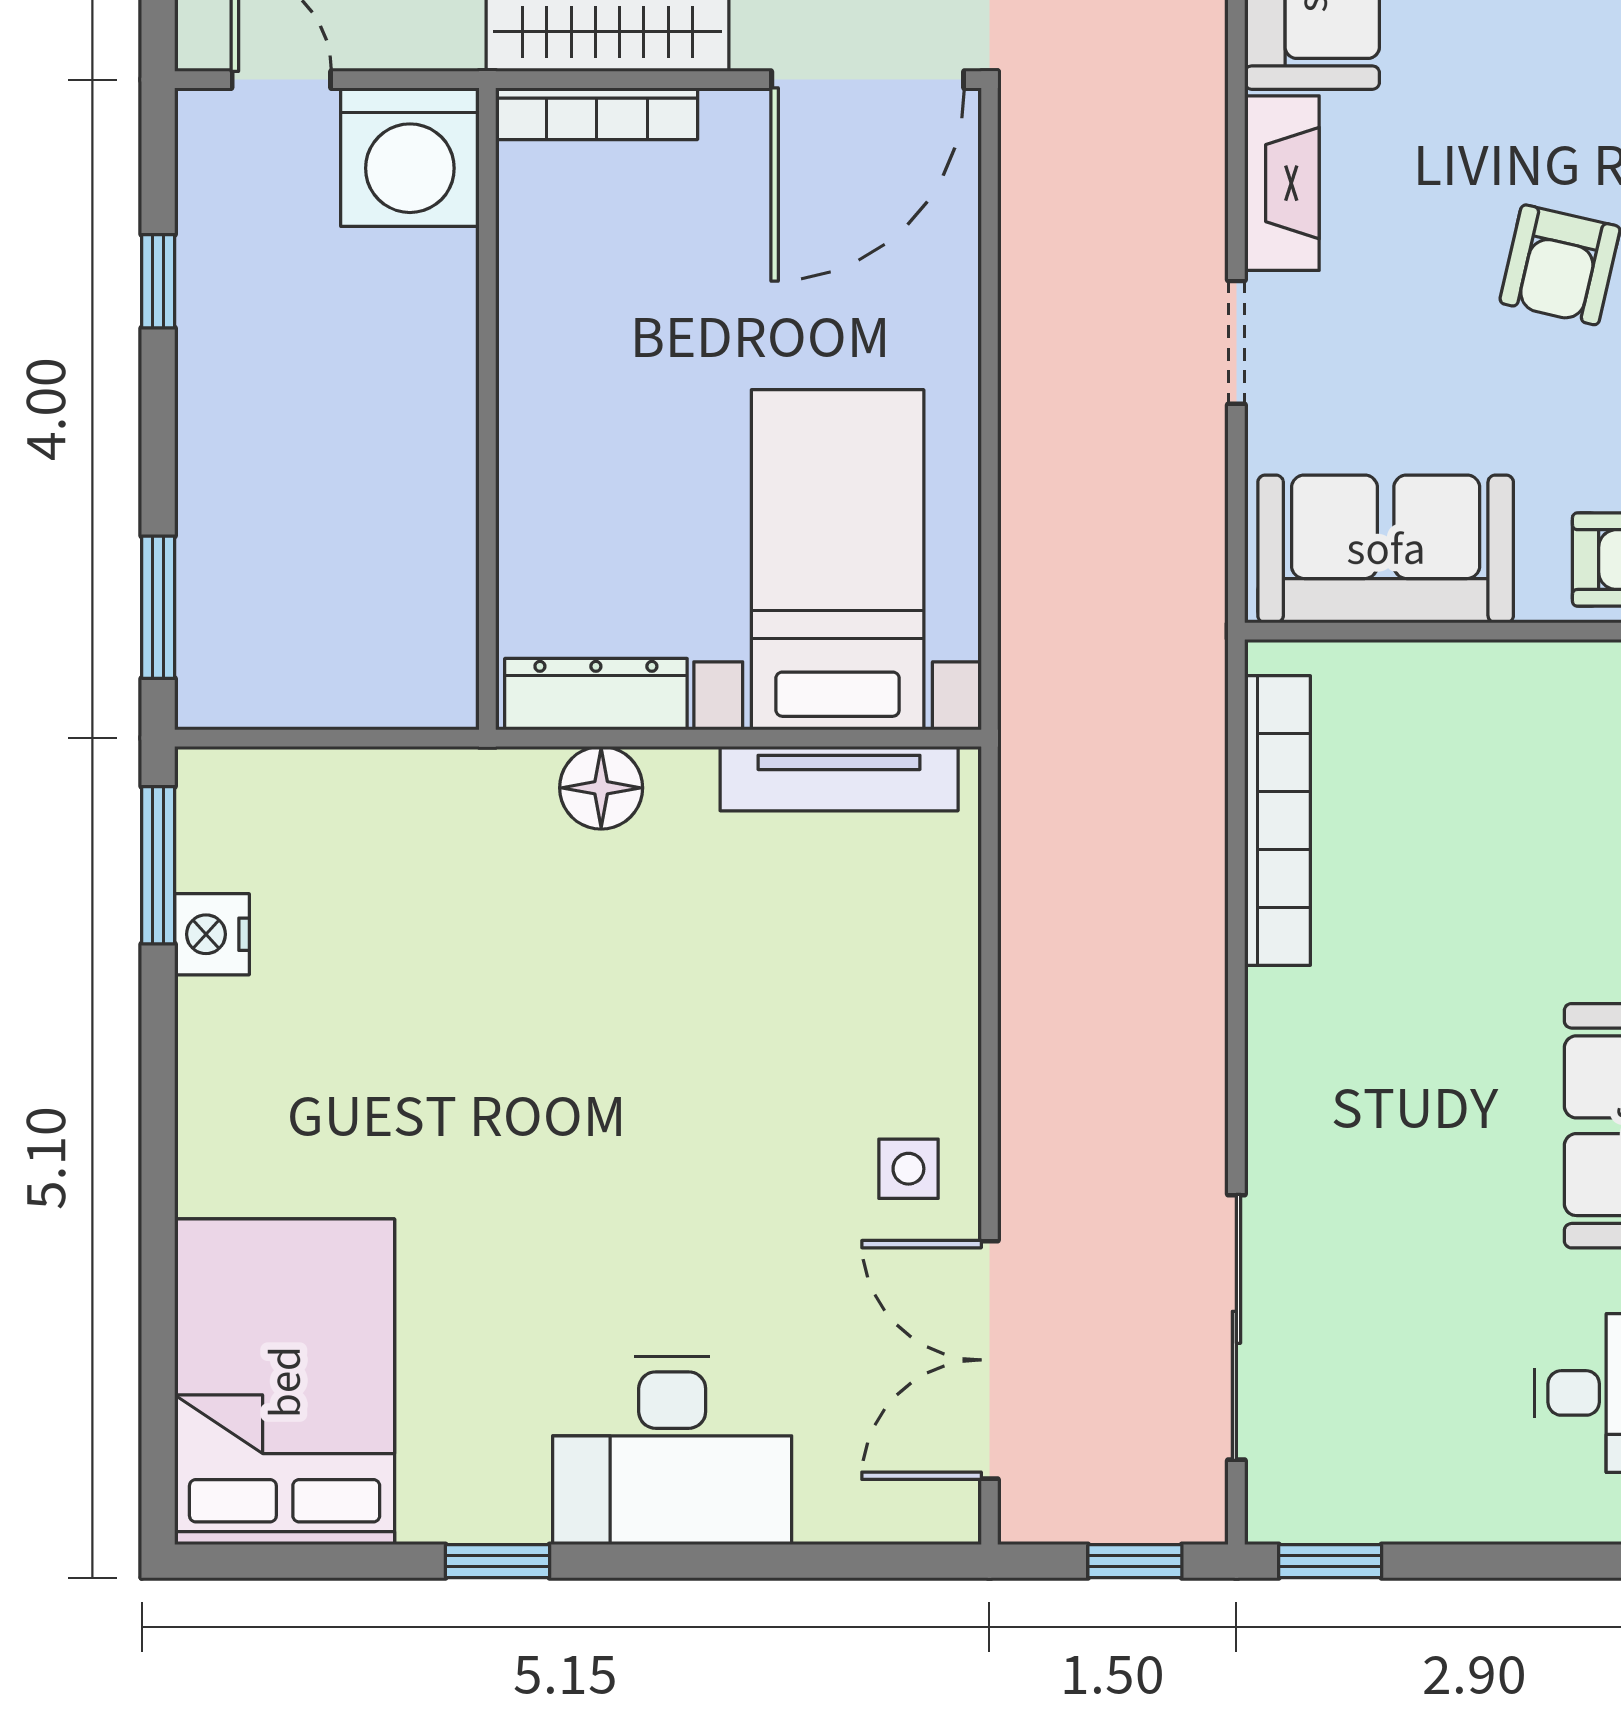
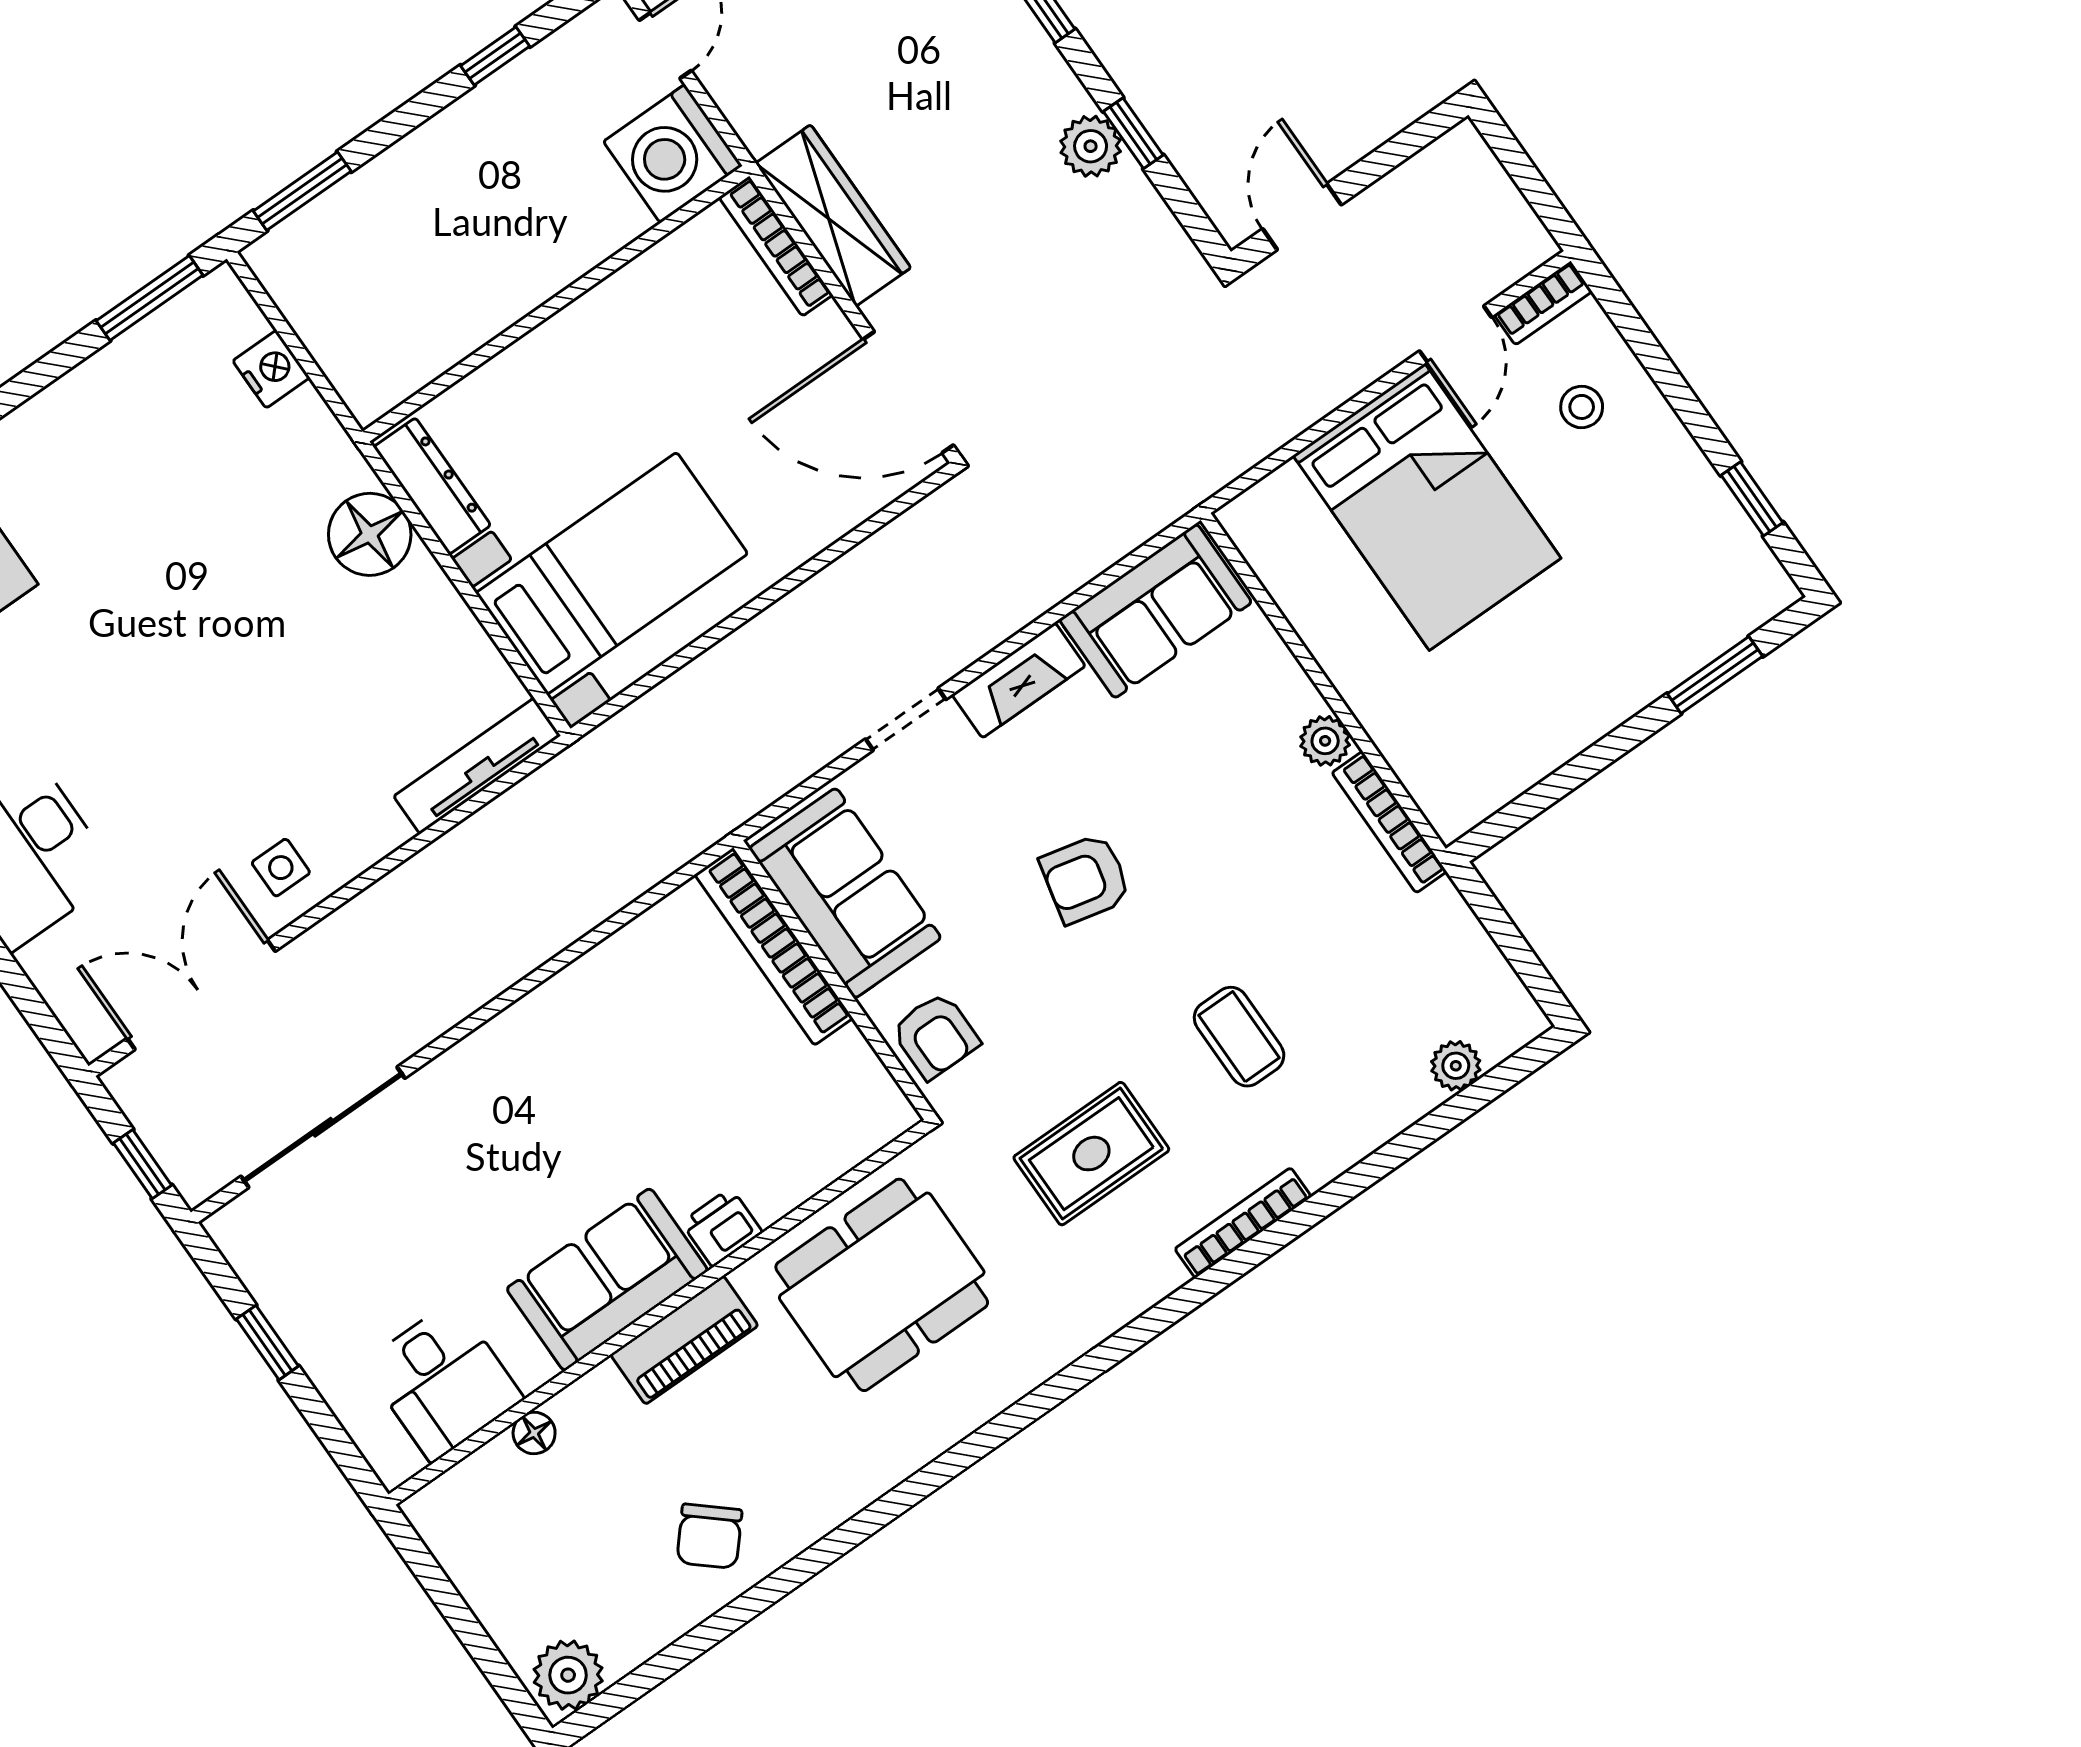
tv unit: (839, 779) -> (477, 766), moved, turned 90
floor lamp: (601, 788) -> (370, 534), width x1.38, depth x1.38
bookcase: (1278, 821) -> (774, 946), moved, turned 90
nightstand: (212, 934) -> (271, 369), moved, turned 90
window: (1330, 1561) -> (267, 1343), moved

